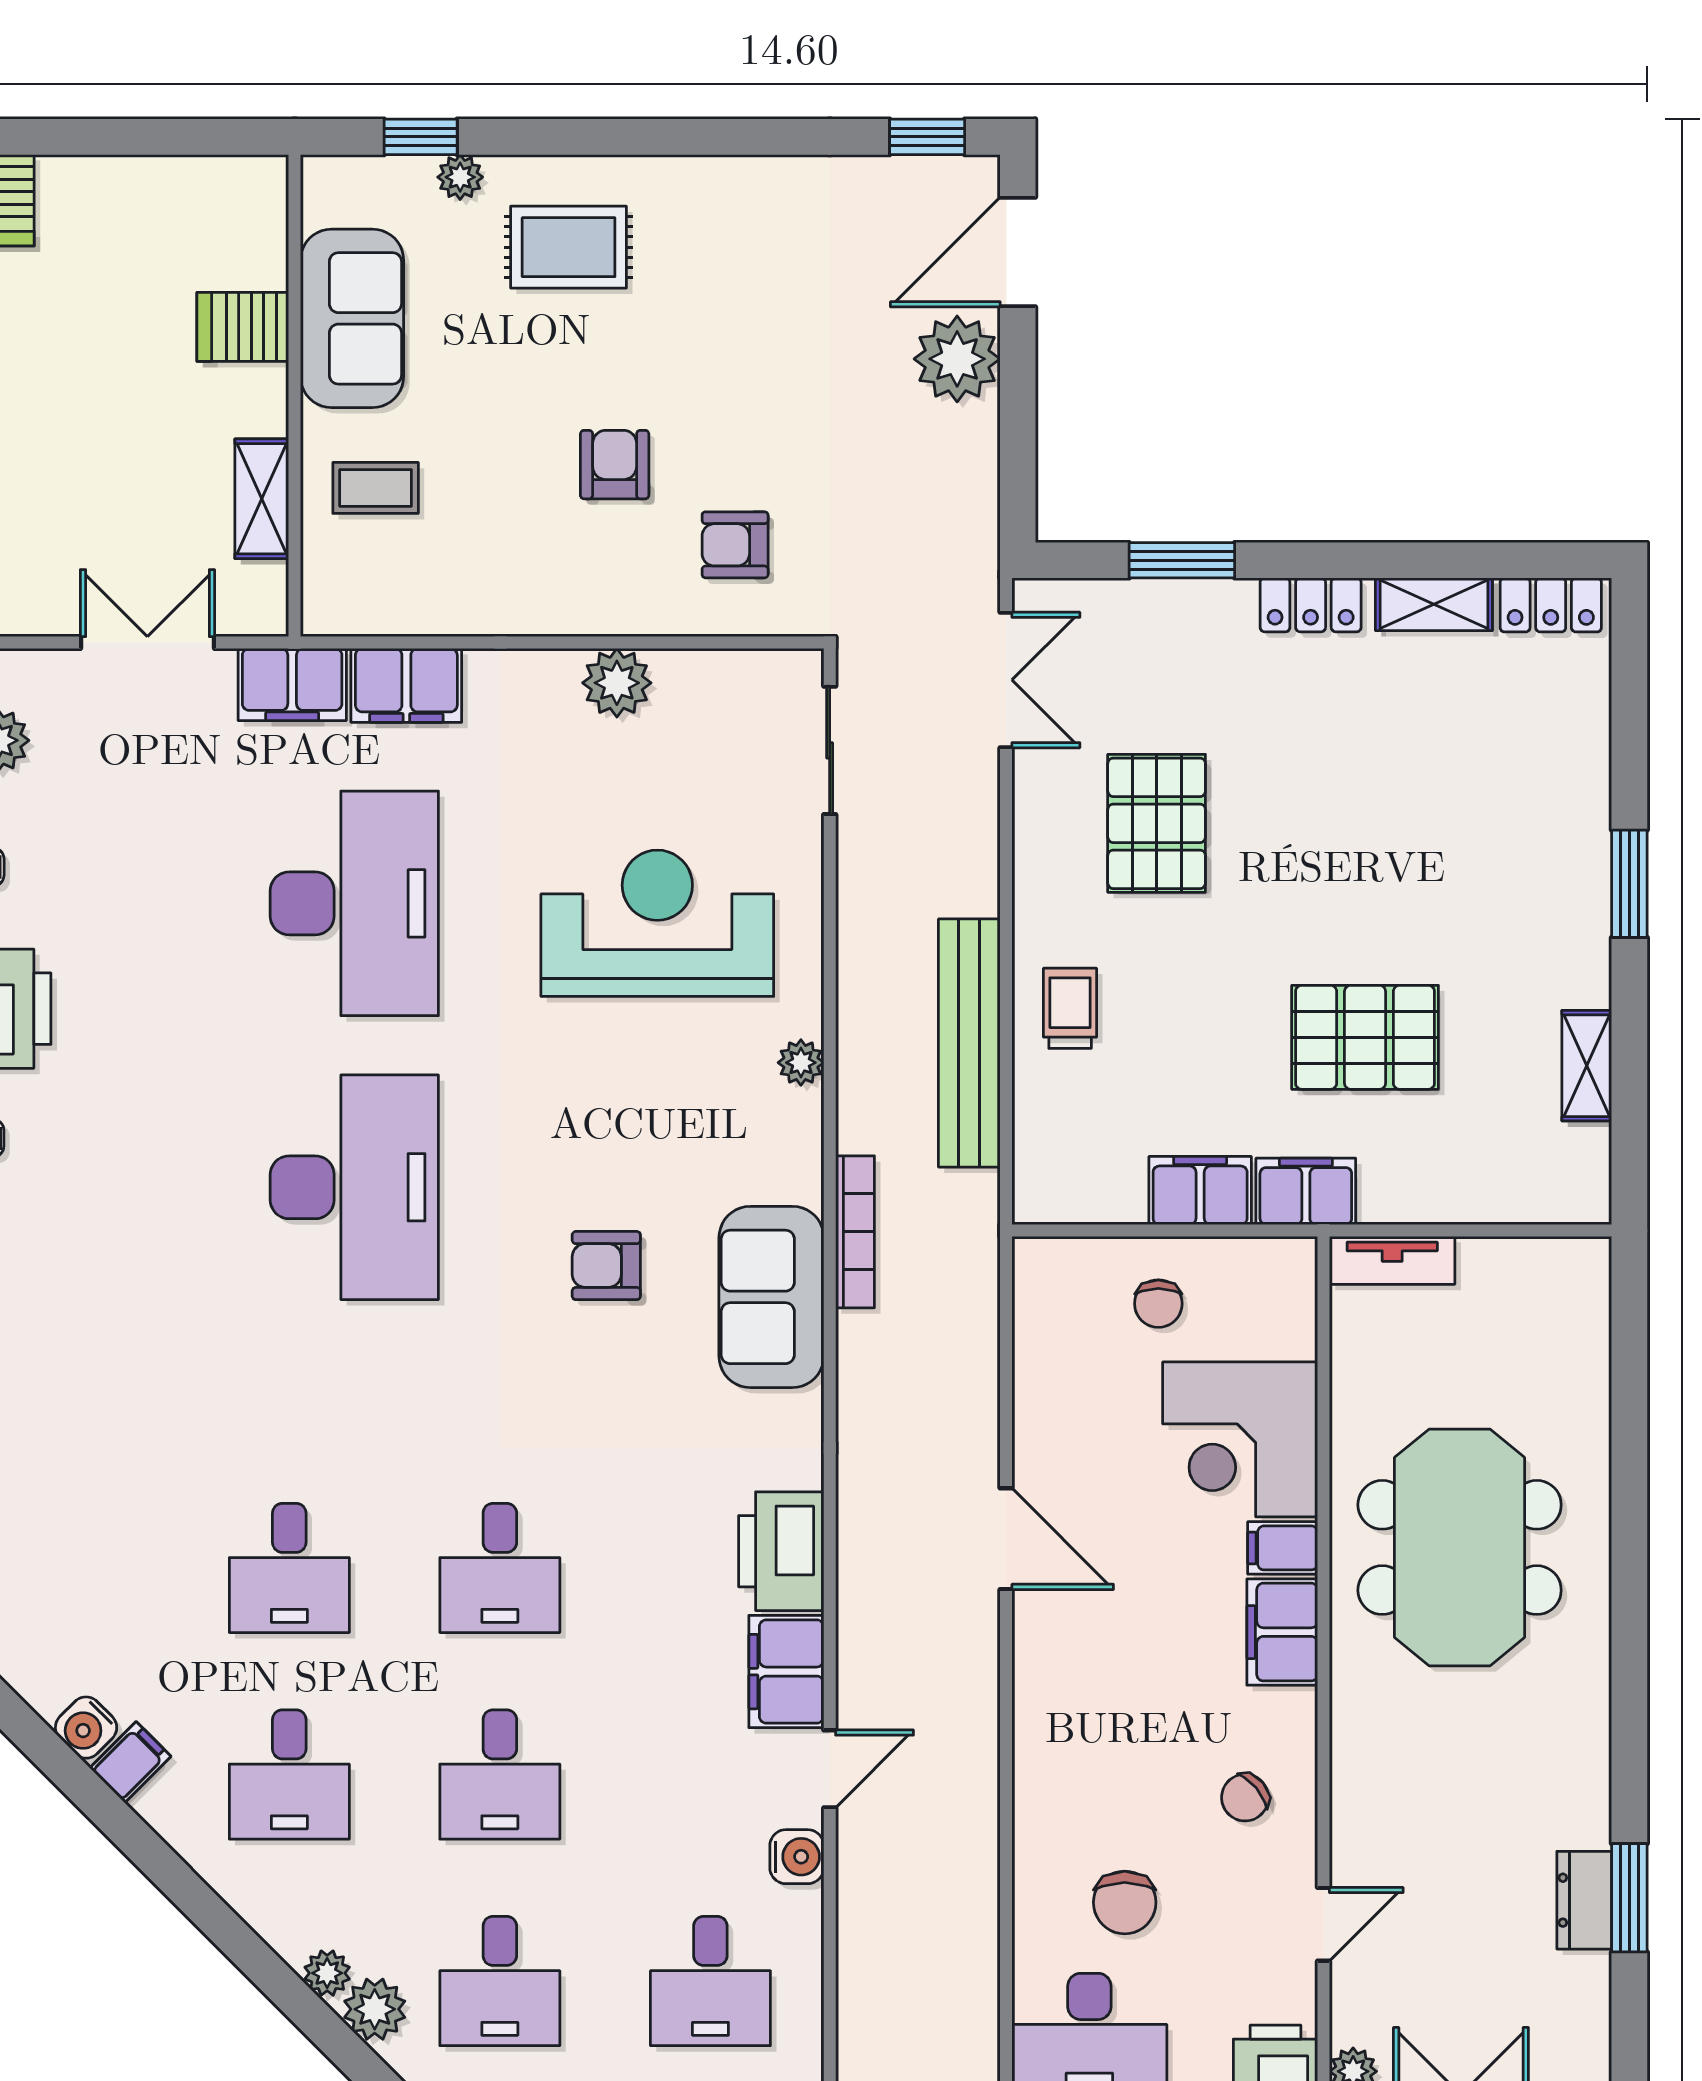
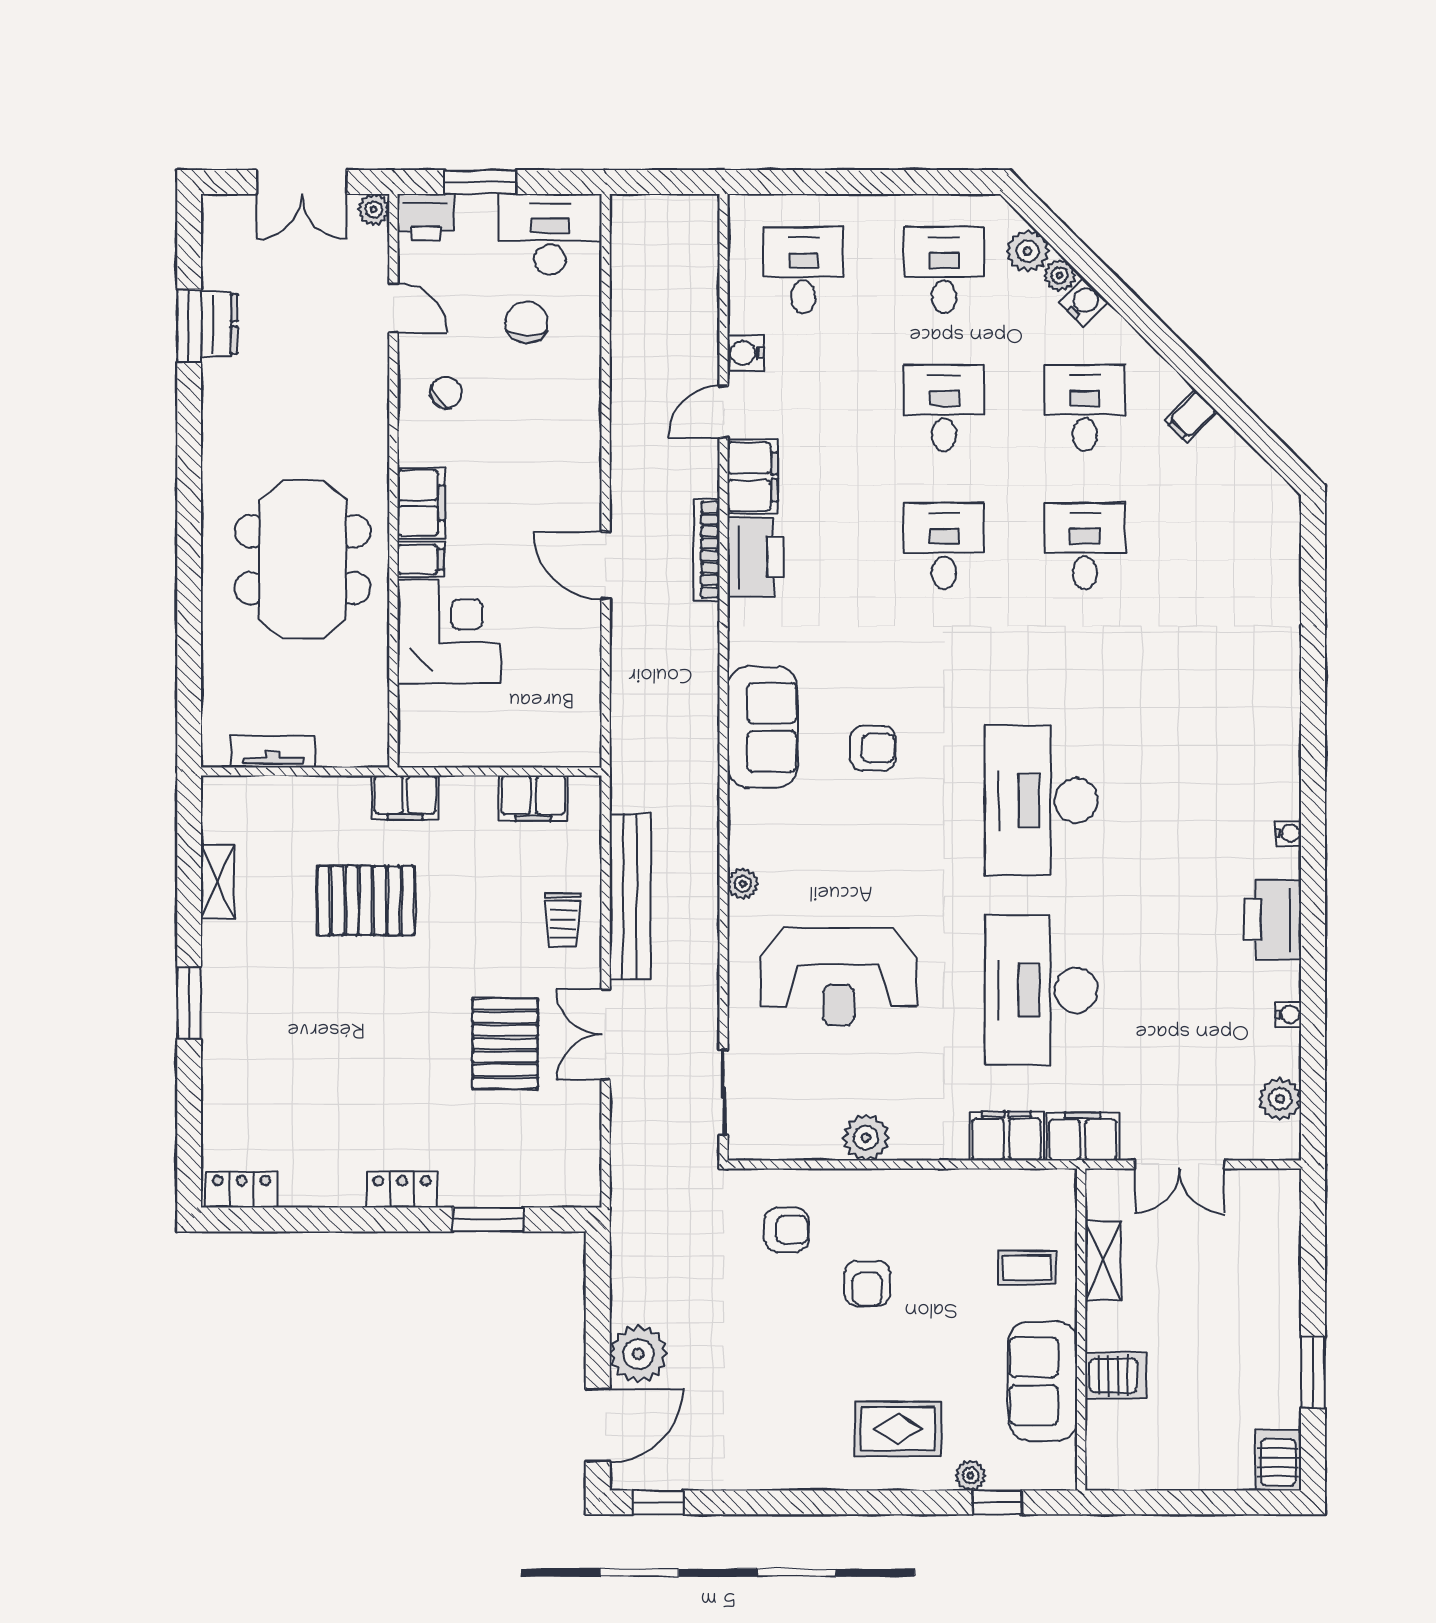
shelving: (1434, 604) -> (320, 1190), removed
double door: (1006, 680) -> (606, 1035), moved
filing cabinet: (1200, 1191) -> (533, 798), moved
bookcase: (855, 1232) -> (707, 550), moved
tv unit: (1392, 1260) -> (273, 752), moved
chair: (1158, 1304) -> (504, 723), removed
water cooler: (86, 1728) -> (1084, 302), moved
door: (1324, 1924) -> (393, 308), swing flipped

